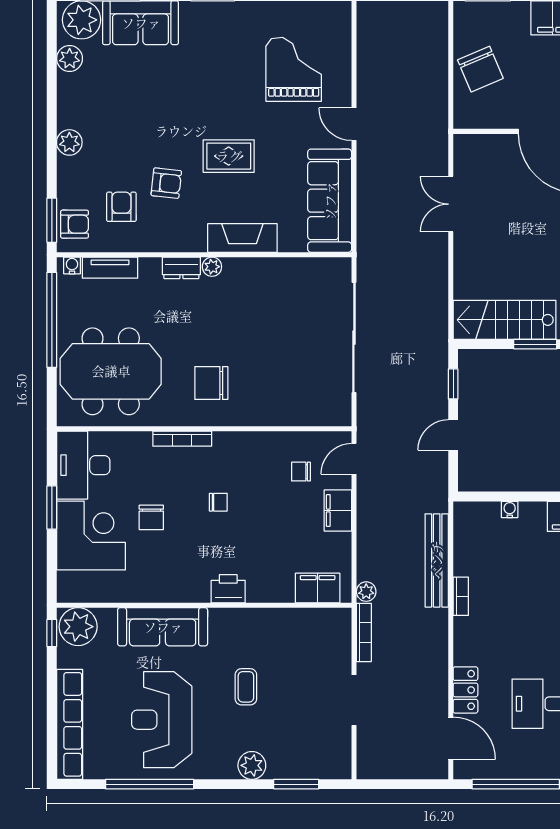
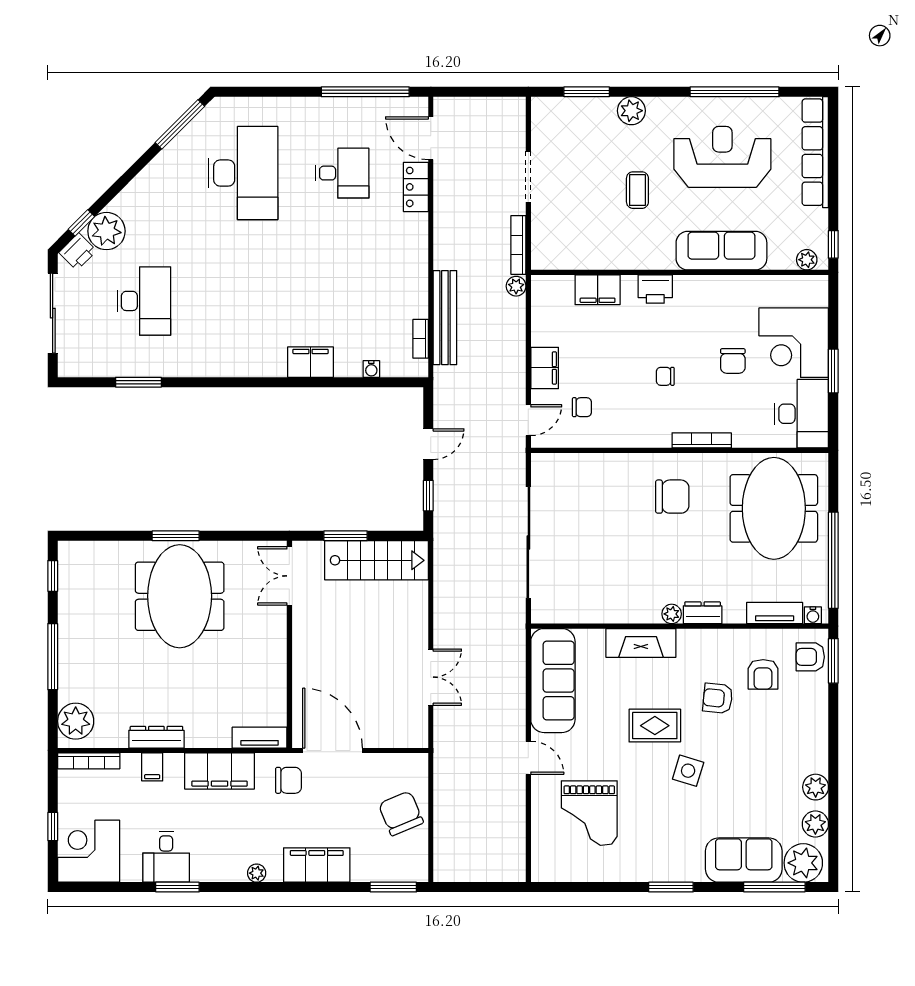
side table: (196, 111) -> (688, 771), added
plant: (69, 142) -> (816, 787), moved
meeting table: (111, 371) -> (774, 508), turned 90
chair: (151, 517) -> (733, 361), turned 180
filing cabinet: (318, 588) -> (598, 290), moved
bookcase: (461, 596) -> (421, 339), moved
plant: (78, 627) -> (807, 260), width x0.53, depth x0.53
reception desk: (162, 720) -> (722, 157), turned -90

